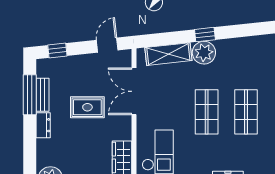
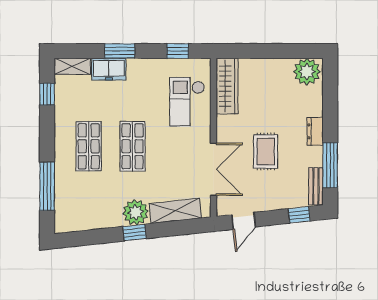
bench: (42, 95) -> (316, 186), moved
rug: (87, 107) -> (266, 151), turned 90

